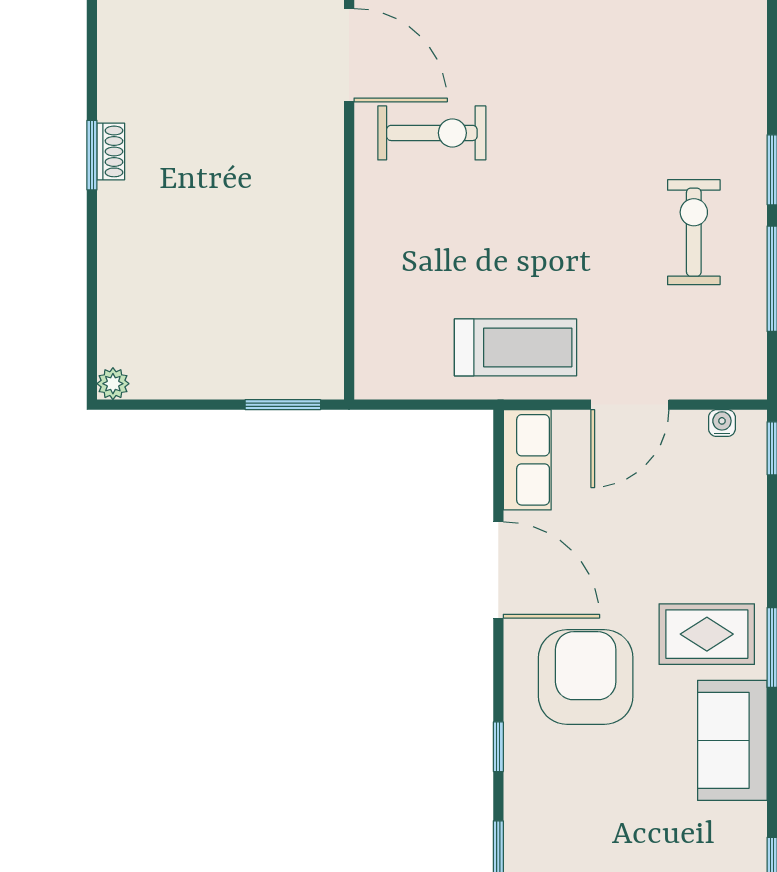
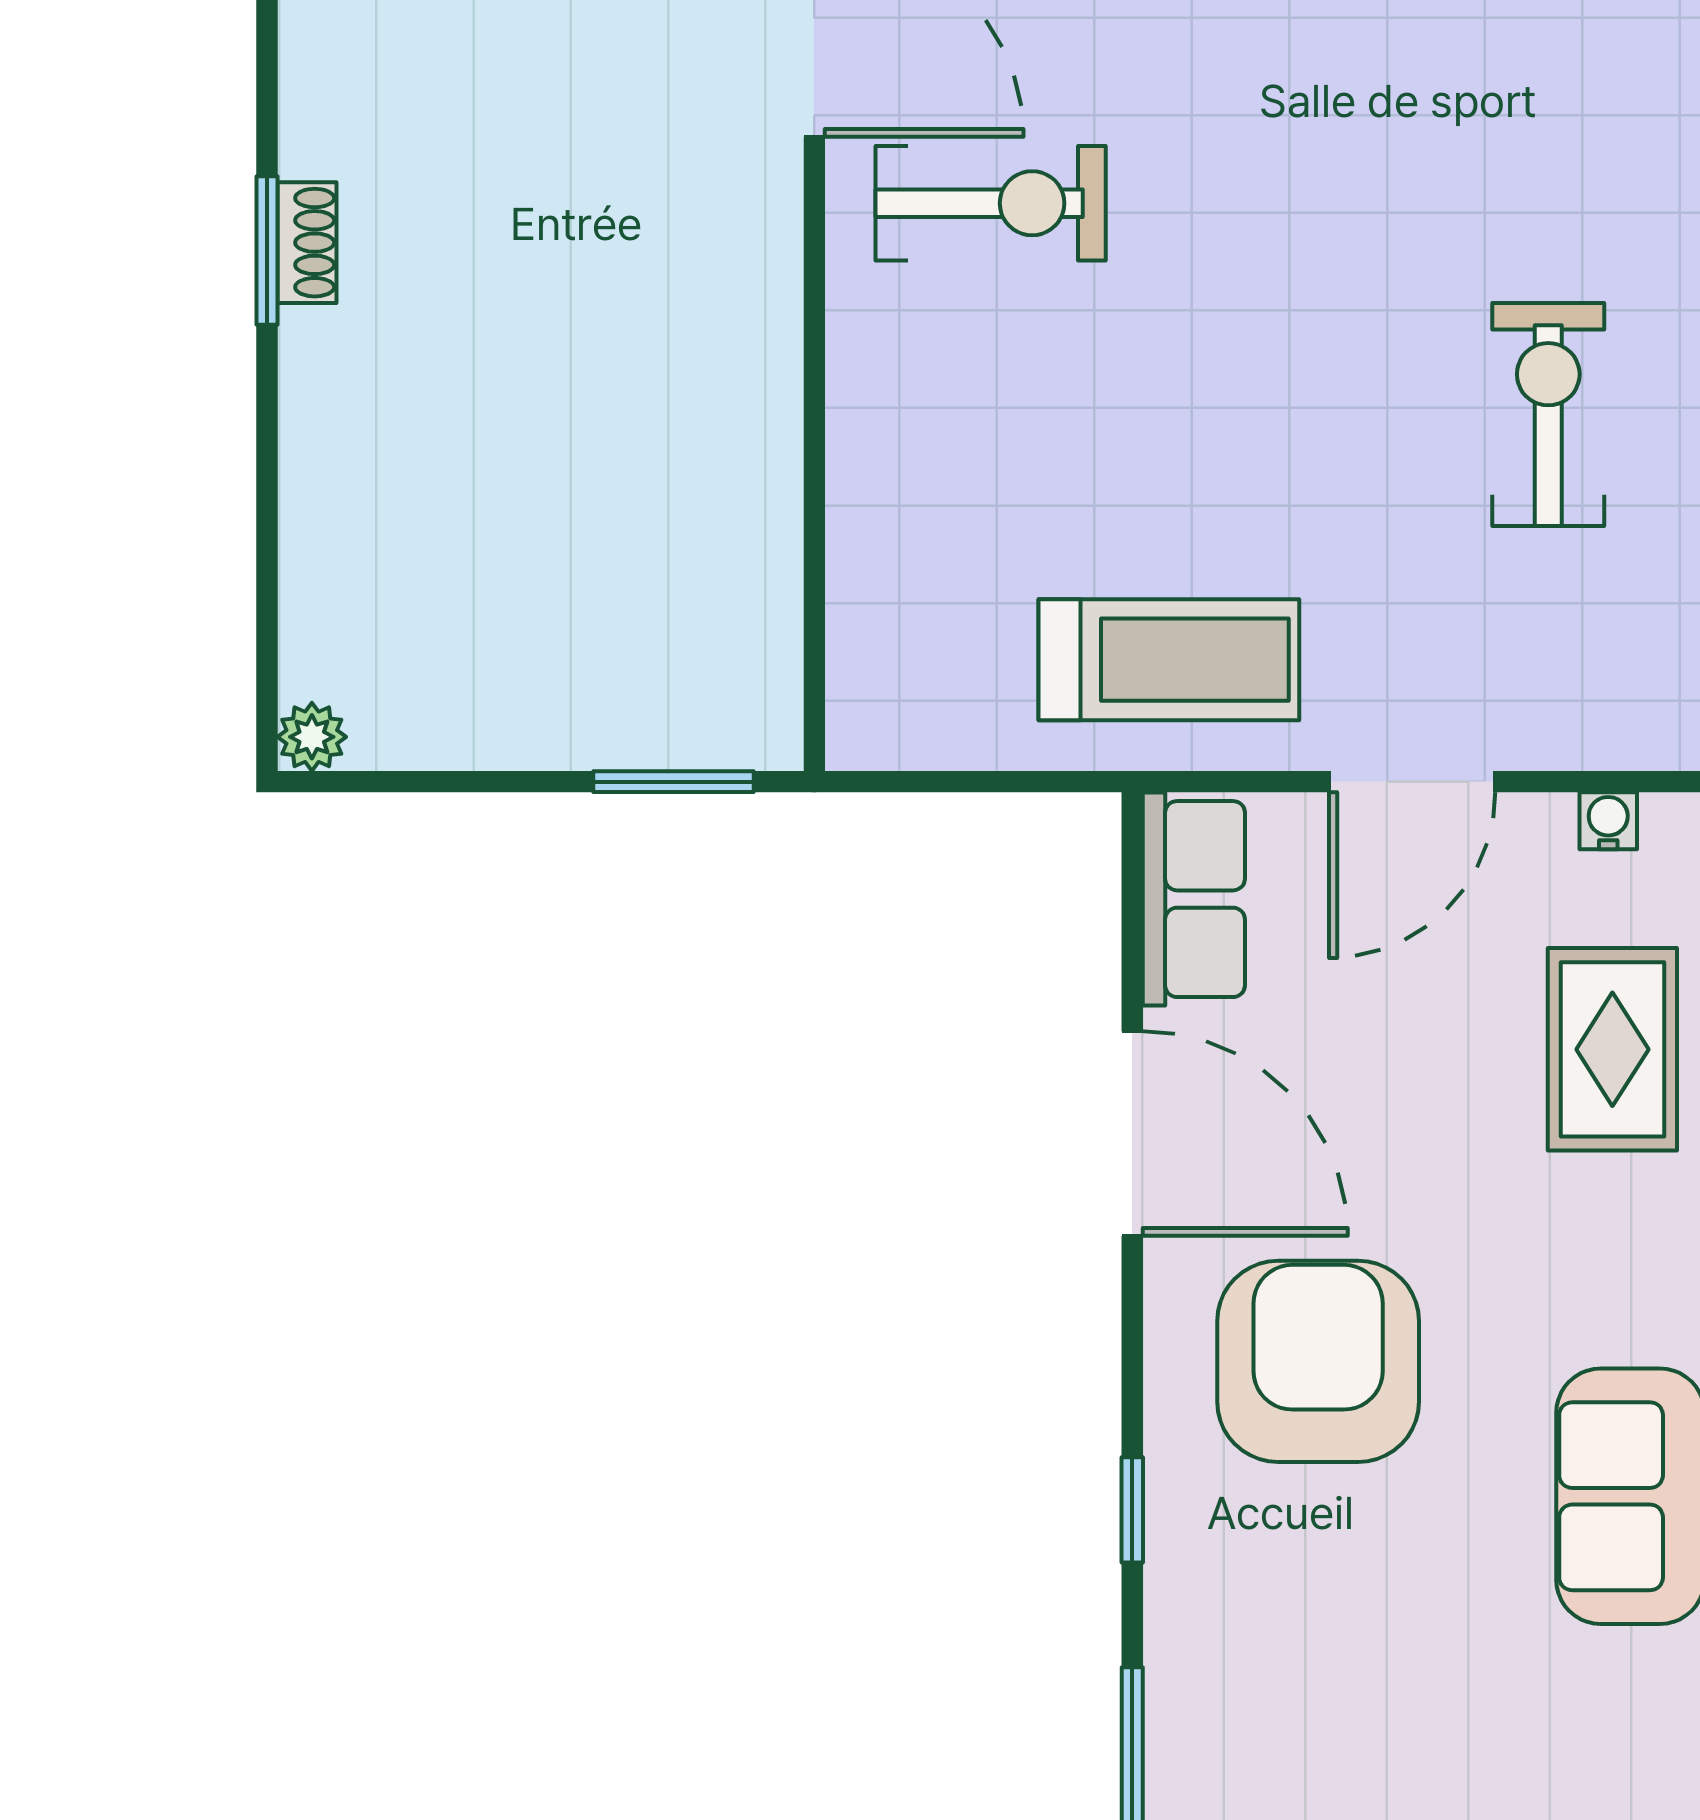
rug: (707, 634) -> (1612, 1049), moved, turned 90

